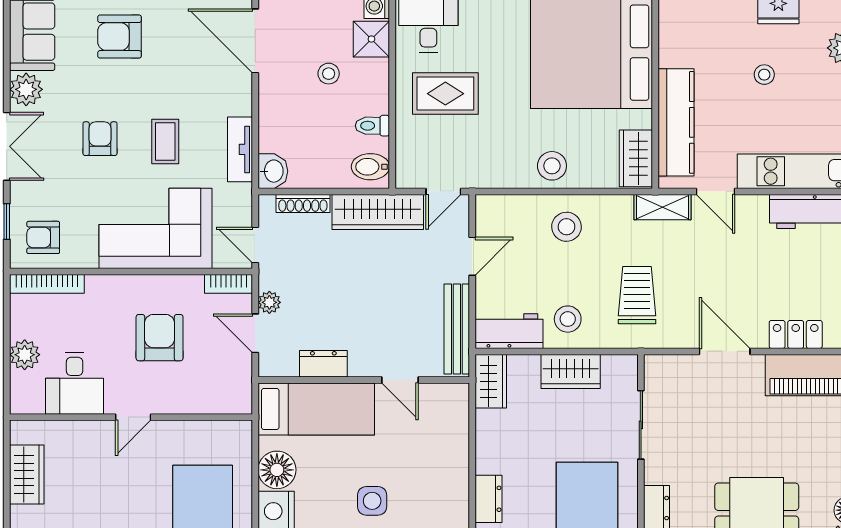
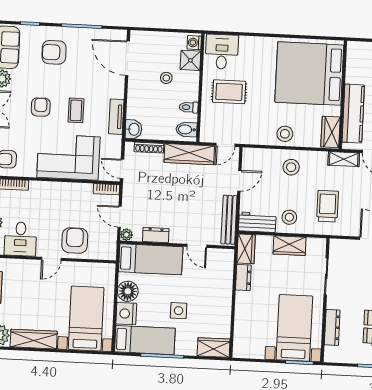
plant: (269, 302) -> (126, 235), moved
armchair: (160, 338) -> (75, 241), moved
dresser: (489, 499) -> (243, 278), moved

